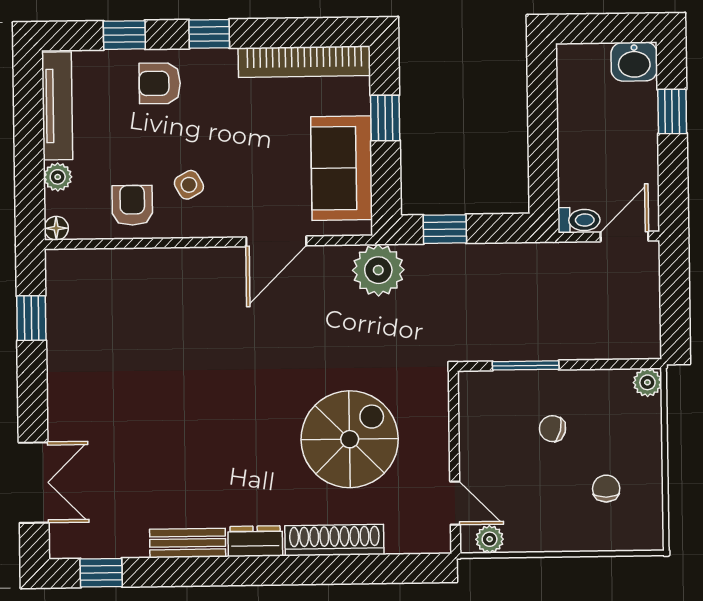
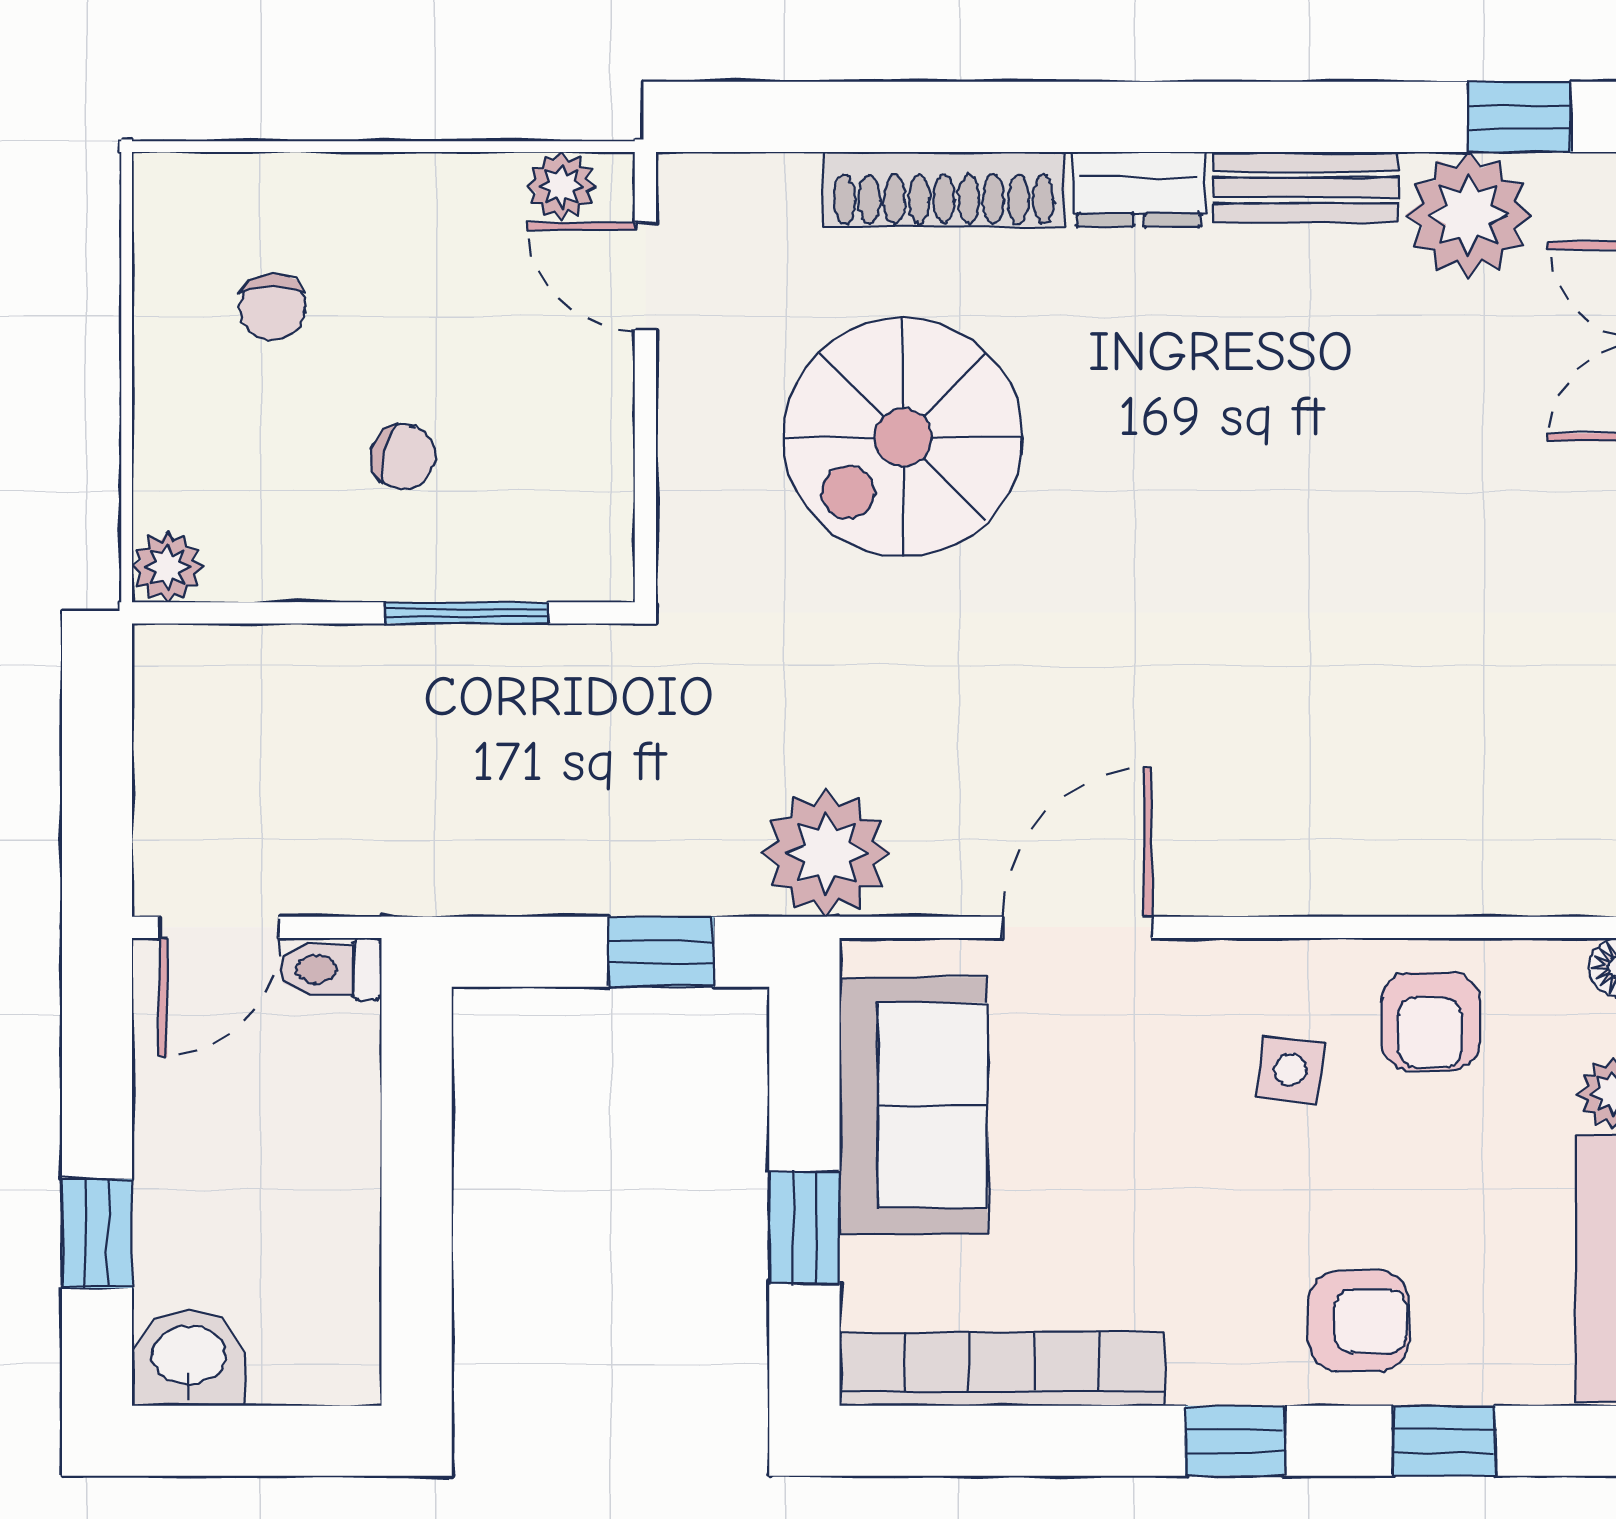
side table: (189, 185) -> (1290, 1070), turned 36
plant: (121, 533) -> (1469, 215), added

